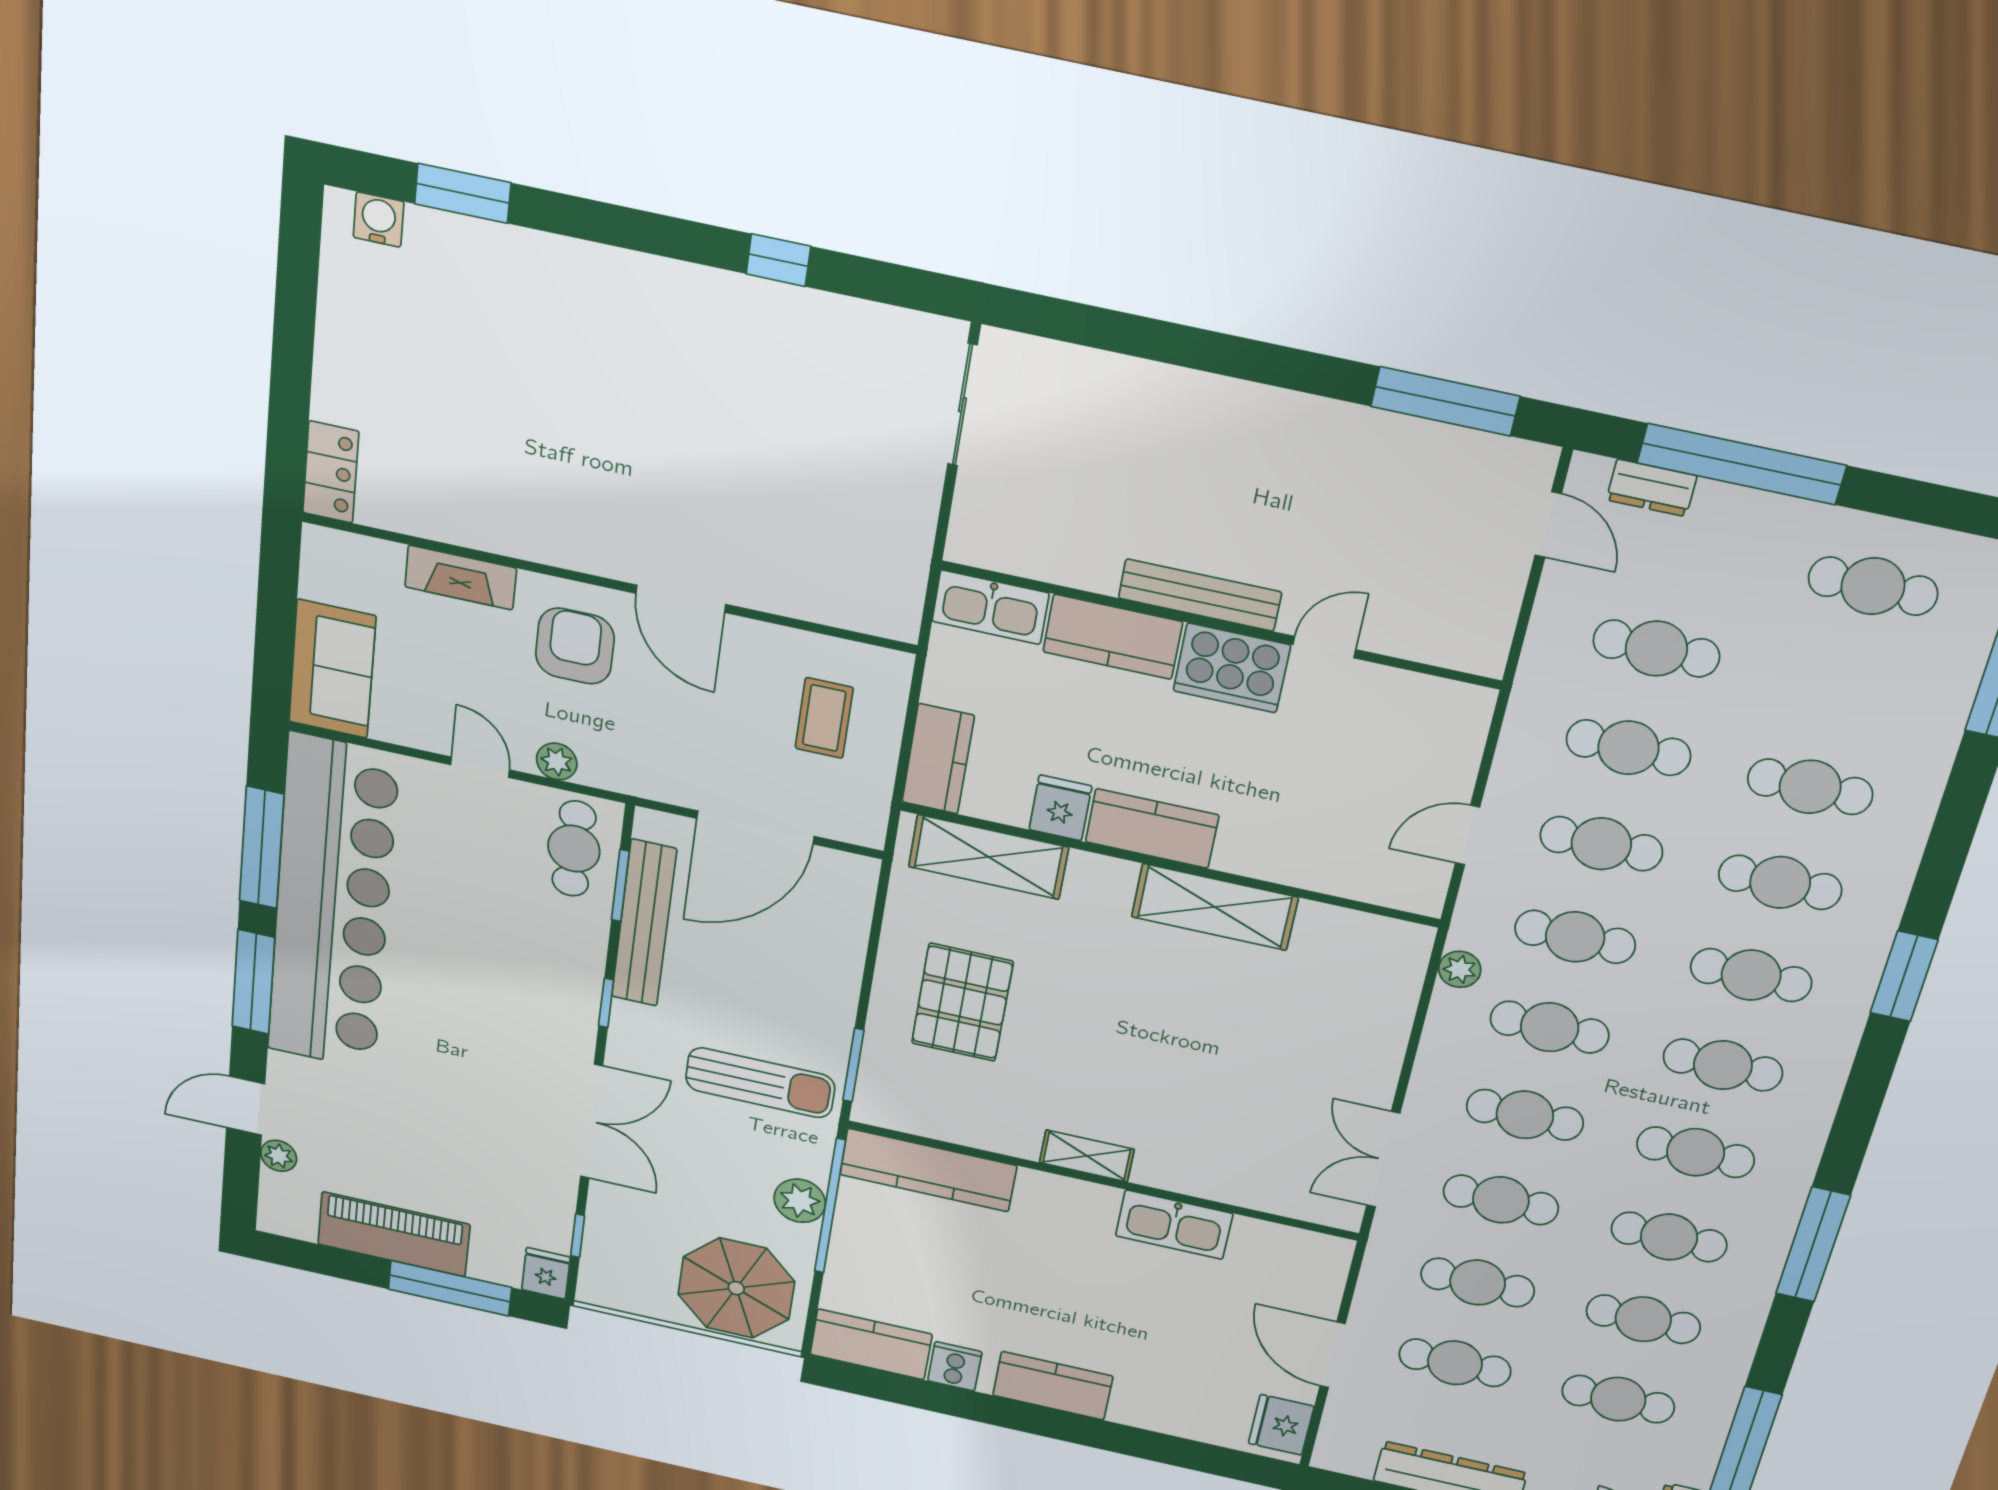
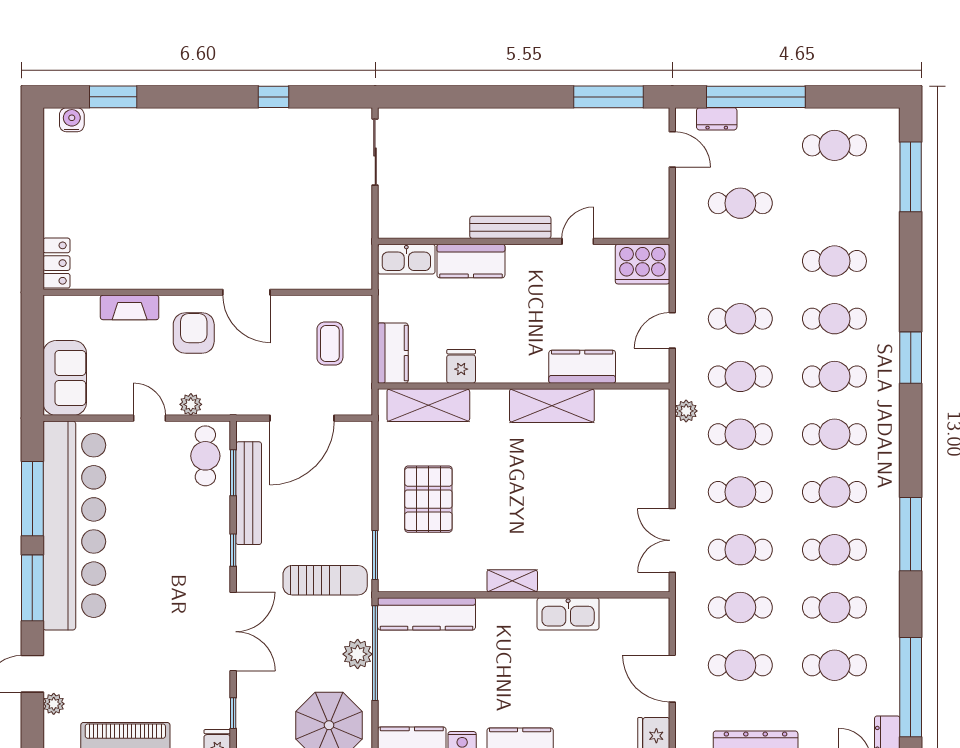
cooker: (1232, 668) -> (642, 264), moved
cafe table: (1628, 748) -> (740, 261), removed
kitchen counter: (1152, 828) -> (582, 367), moved

